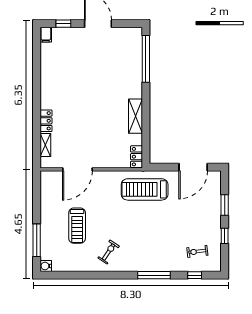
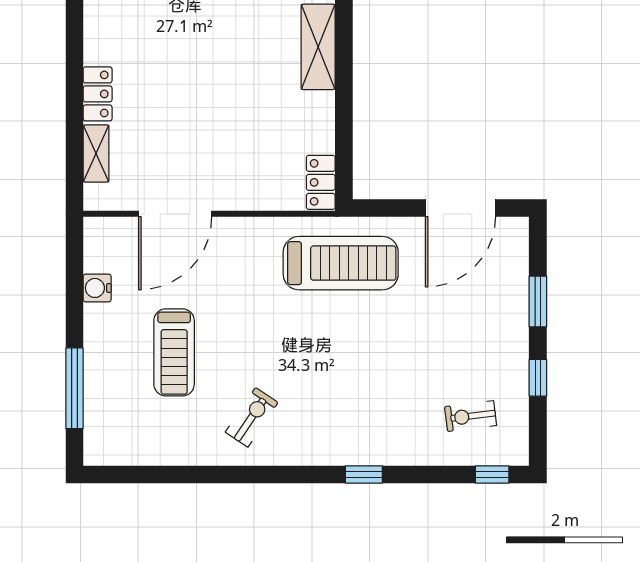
shelving: (135, 116) -> (318, 47), moved
treadmill: (145, 189) -> (341, 263), turned 180
water cooler: (46, 266) -> (97, 288), moved
window: (154, 275) -> (364, 474), width x0.46
window: (195, 275) -> (492, 474), moved

